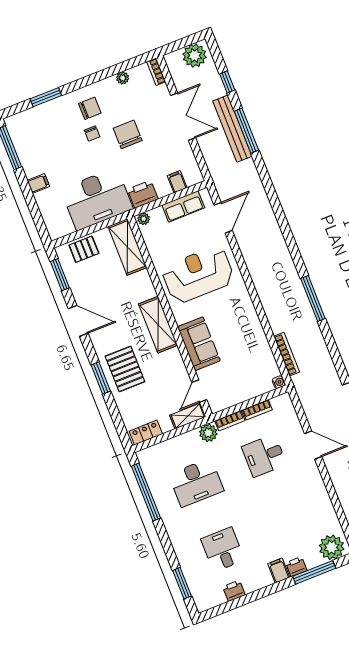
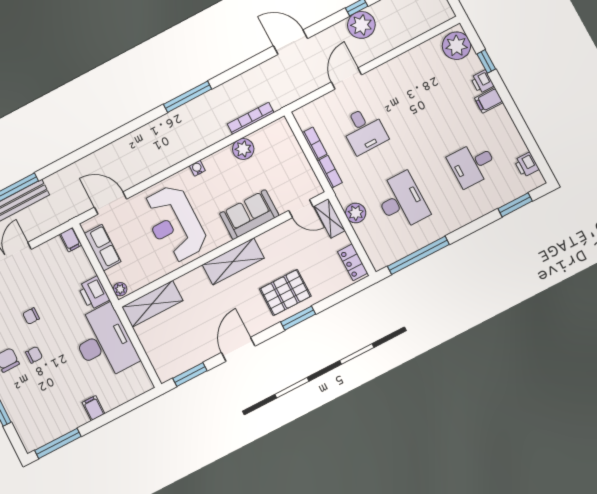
chair: (128, 134) -> (31, 316), width x0.54, depth x0.54
filing cabinet: (177, 182) -> (71, 240), moved, turned -90
pallet: (84, 249) -> (160, 351), removed
plant: (259, 344) -> (243, 149), added
water cooler: (279, 382) -> (197, 168), moved
plant: (208, 433) -> (356, 213), moved
window: (314, 572) -> (486, 61), width x0.46
printer: (234, 591) -> (527, 165), moved

